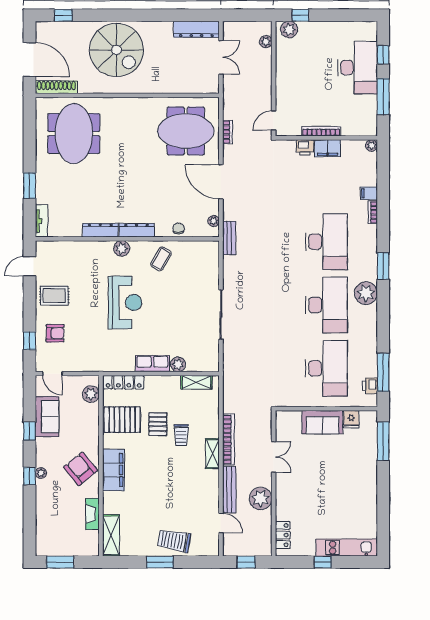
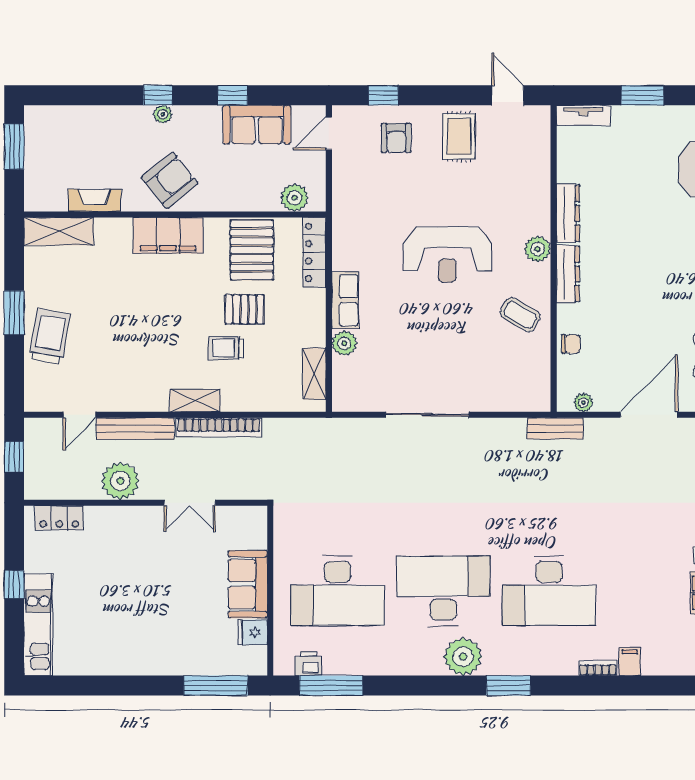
desk: (326, 305) -> (443, 591), turned 180

